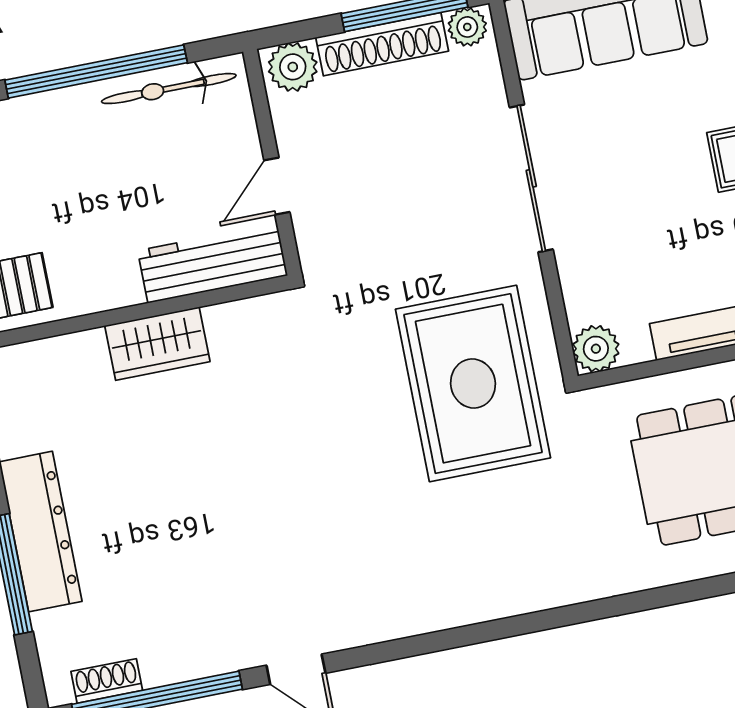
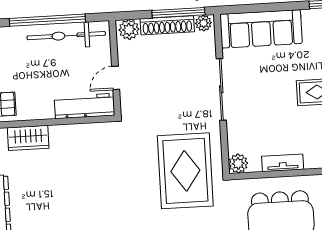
bicycle: (169, 89) -> (66, 36), width x1.37, depth x1.40
wardrobe: (157, 344) -> (28, 138), moved

